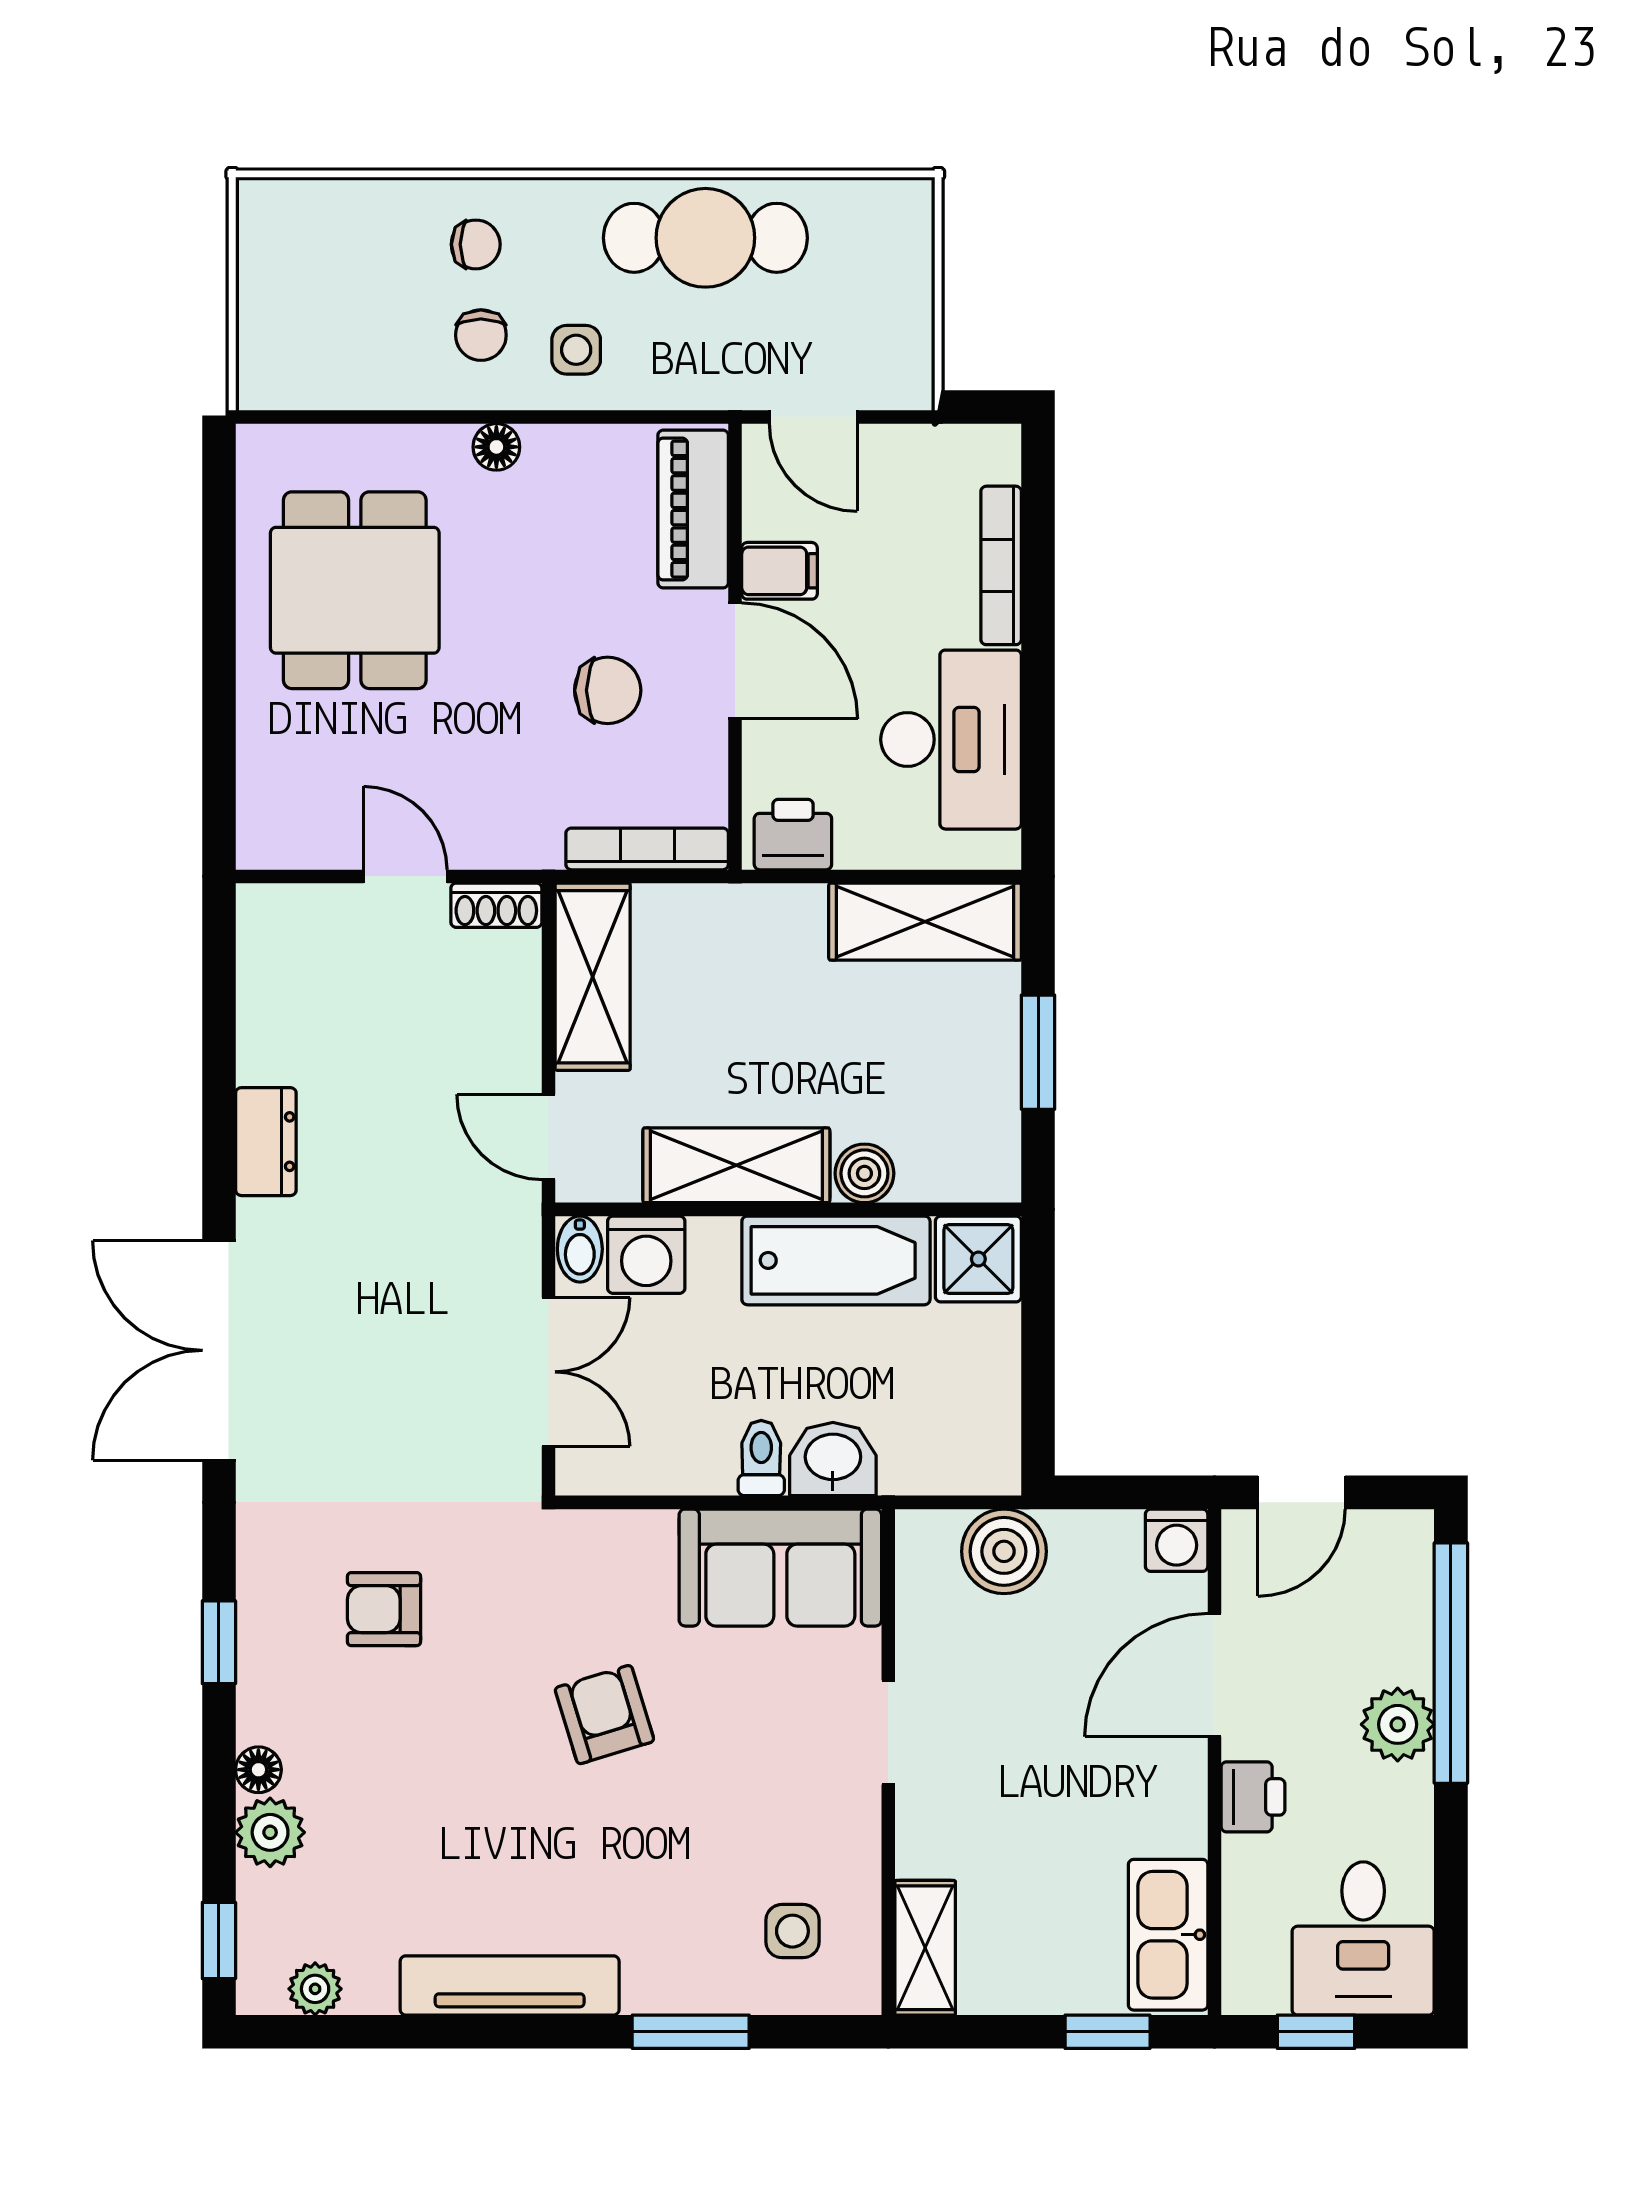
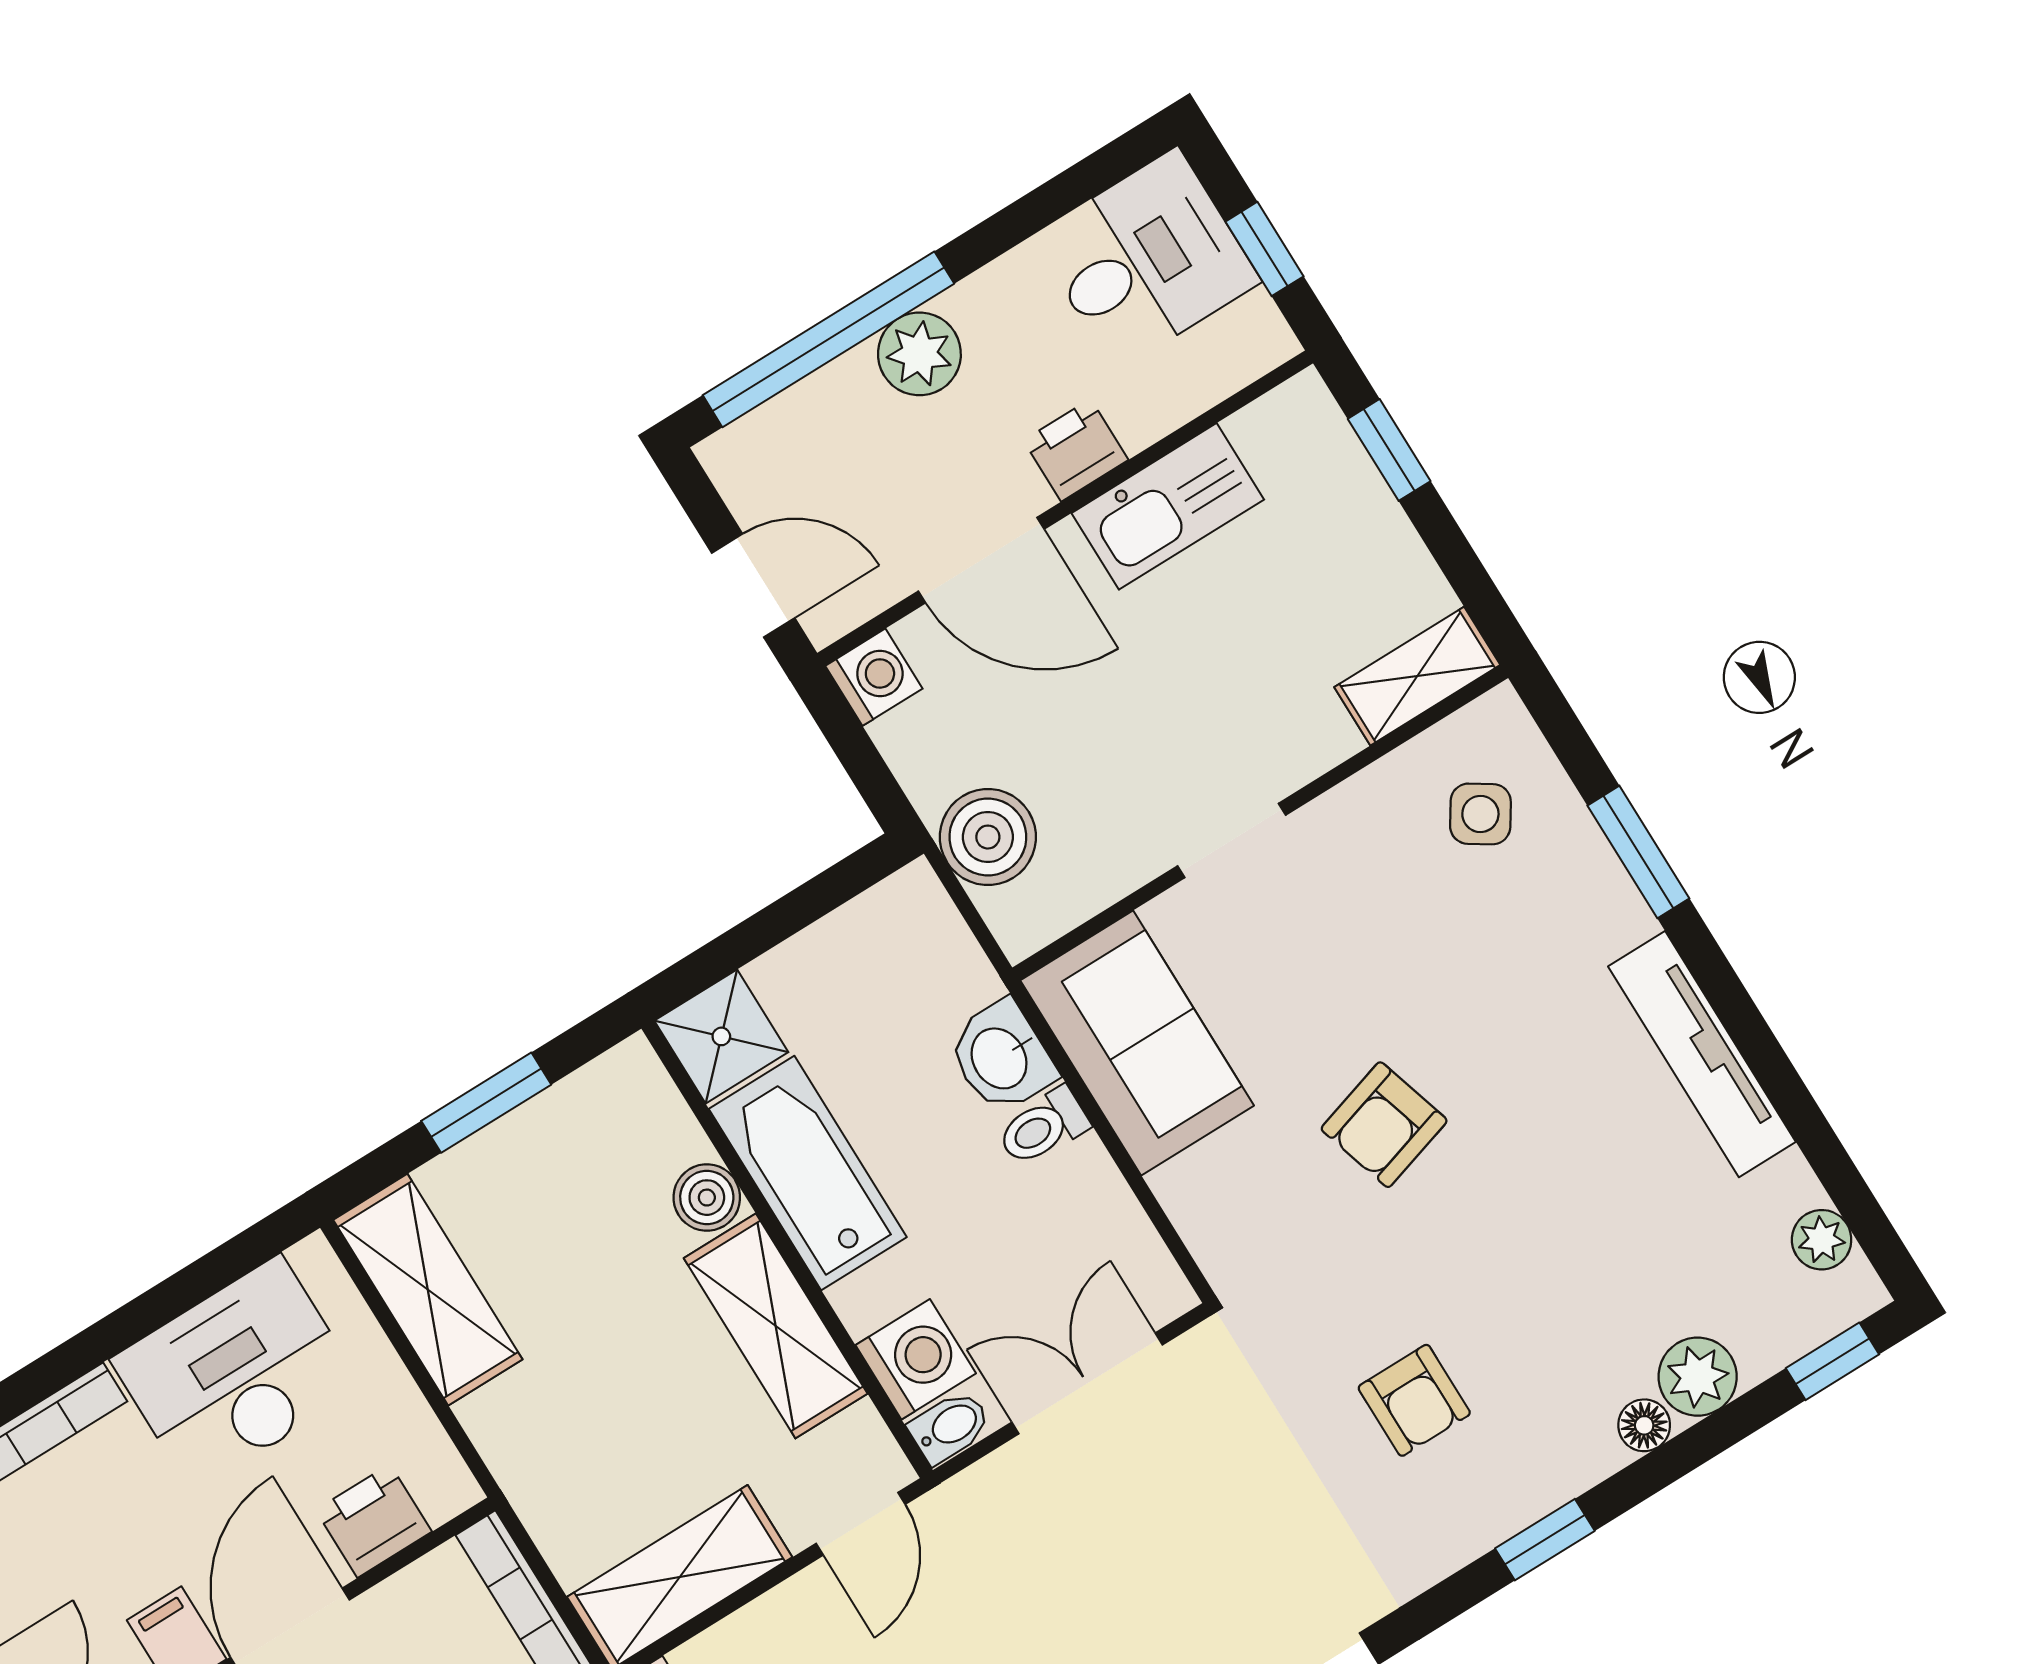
printer: (793, 835) -> (374, 1521), moved, turned 90
side table: (792, 1931) -> (1480, 814), turned 33
kitchen sink: (1168, 1935) -> (1168, 506), moved

